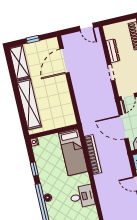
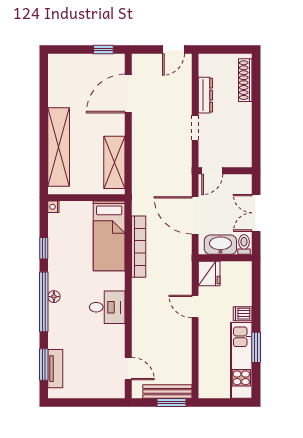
door: (86, 27) -> (173, 50), hinge flipped
window: (33, 39) -> (103, 50), moved
shelving: (19, 62) -> (114, 162), moved

